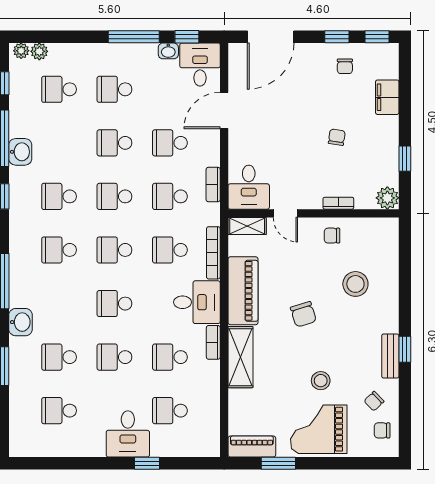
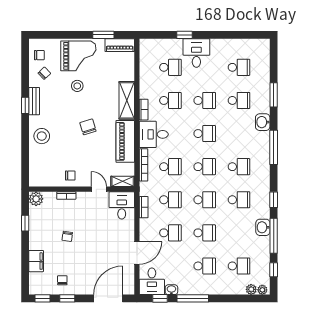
stool: (355, 284) -> (42, 136), moved

